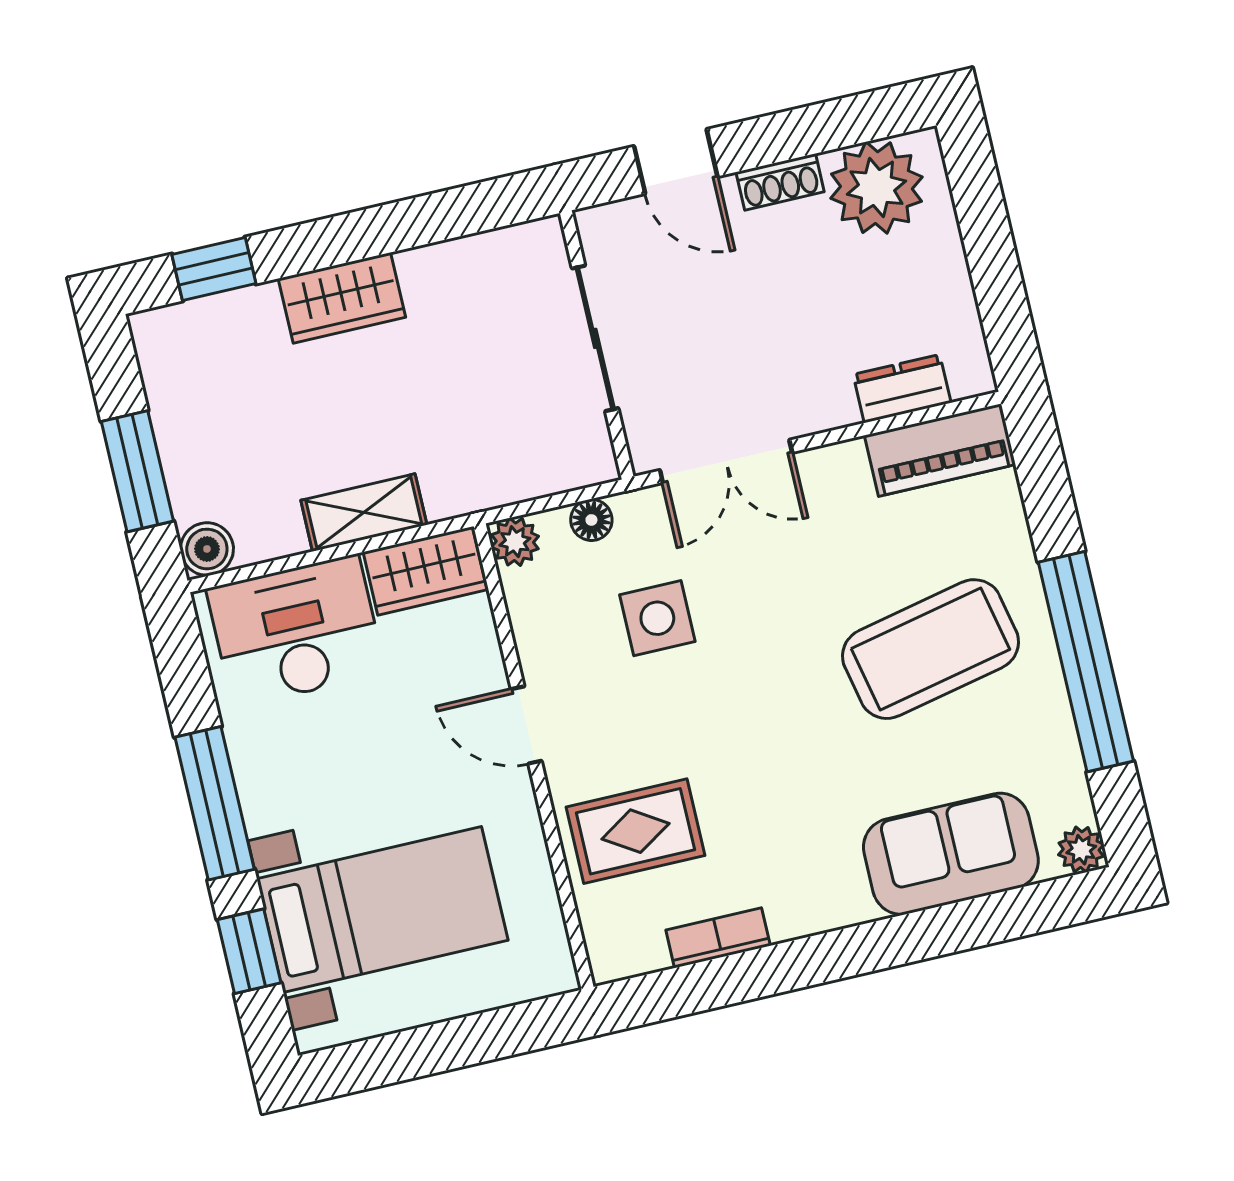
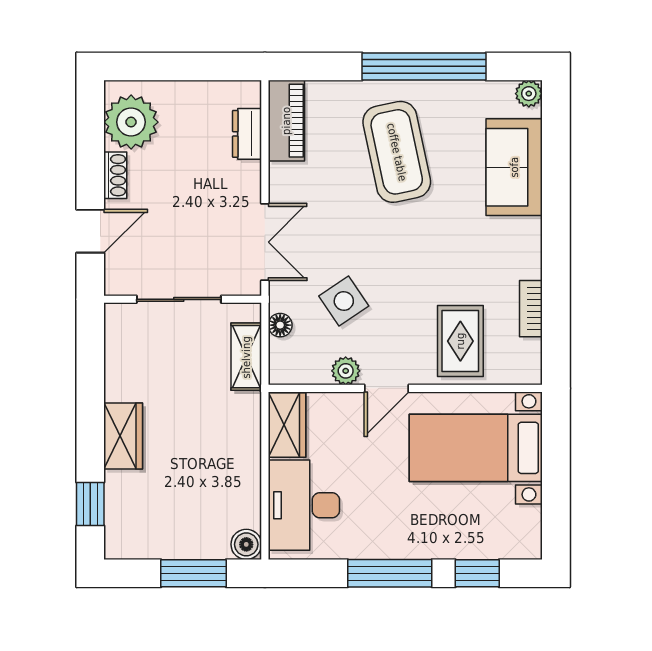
shelving: (364, 512) -> (246, 357), moved
plant: (515, 542) -> (346, 371), moved
side table: (657, 618) -> (344, 301), turned -34
bed with nightstands: (382, 910) -> (476, 448), moved, turned -90

